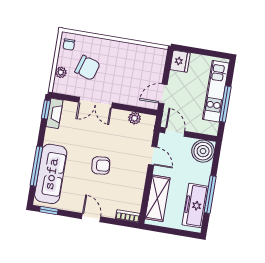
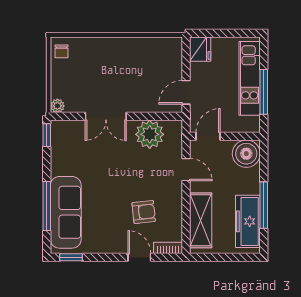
chair: (87, 68) -> (89, 76), removed
plant: (61, 72) -> (57, 106), moved
fireplace: (55, 113) -> (58, 138), removed
plant: (135, 118) -> (150, 134), width x1.88, depth x1.88
door: (175, 132) -> (208, 136), hinge flipped
armchair: (101, 165) -> (144, 212), moved
door: (91, 218) -> (139, 257), moved

